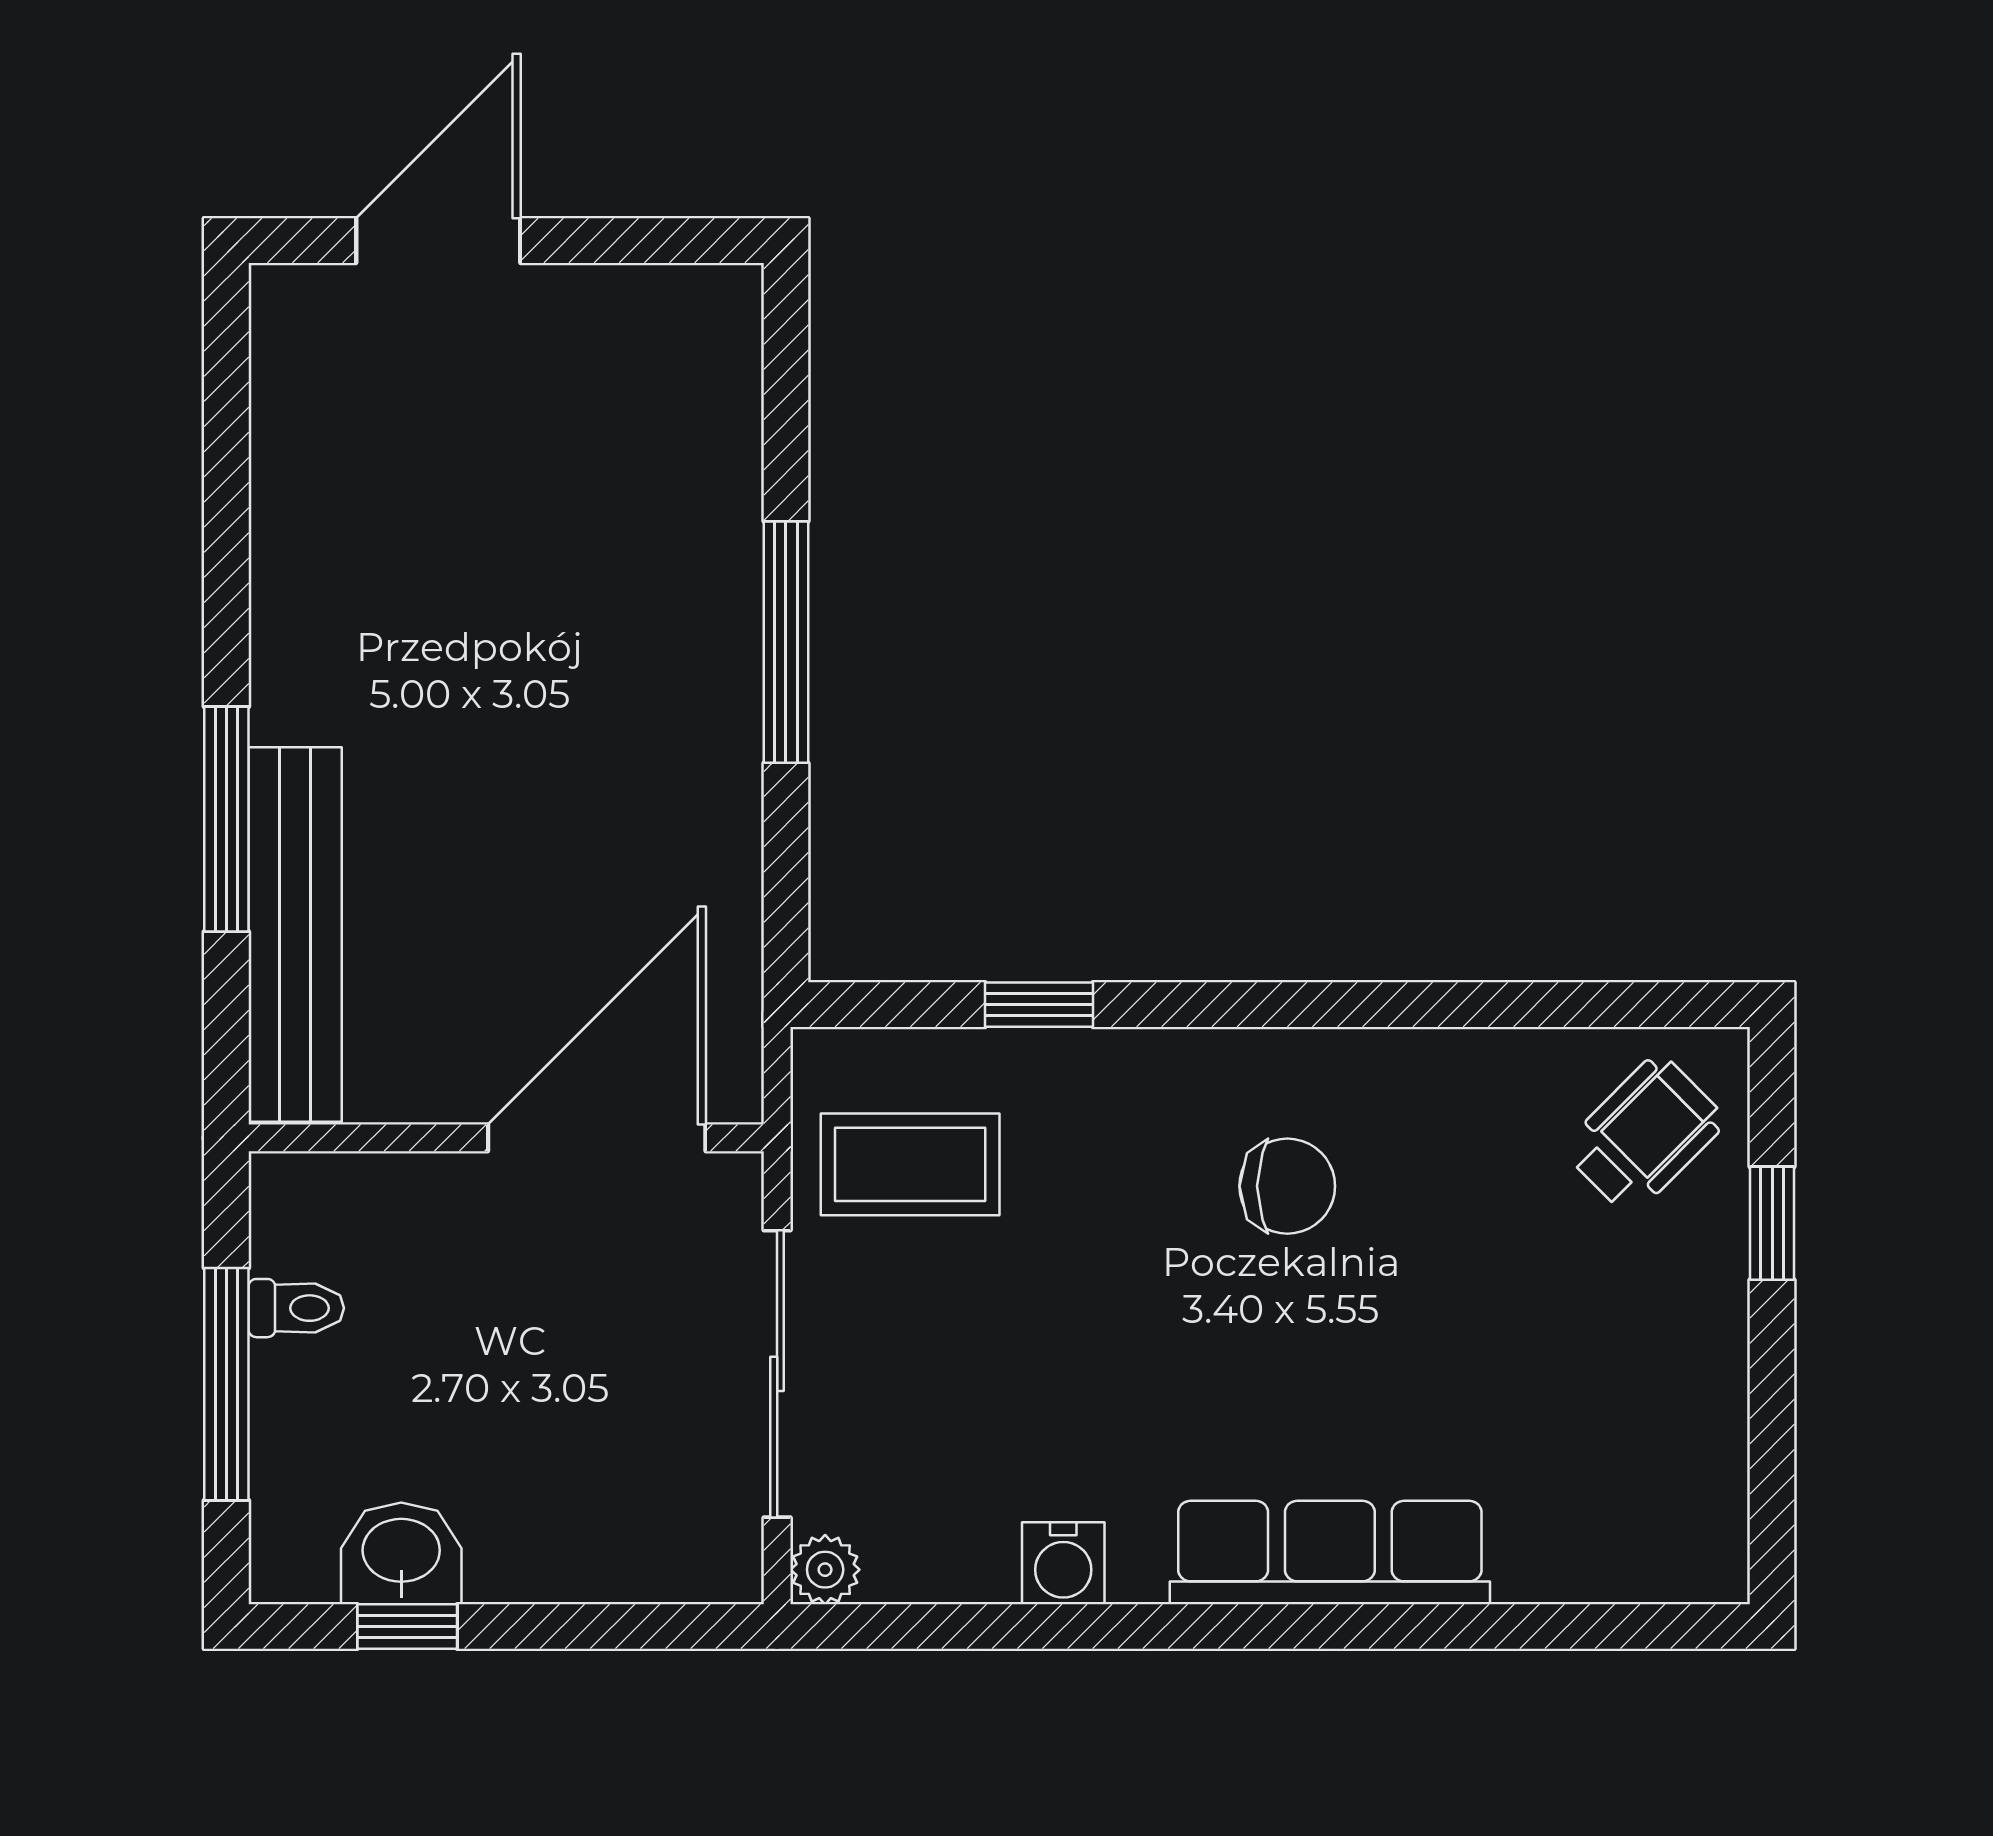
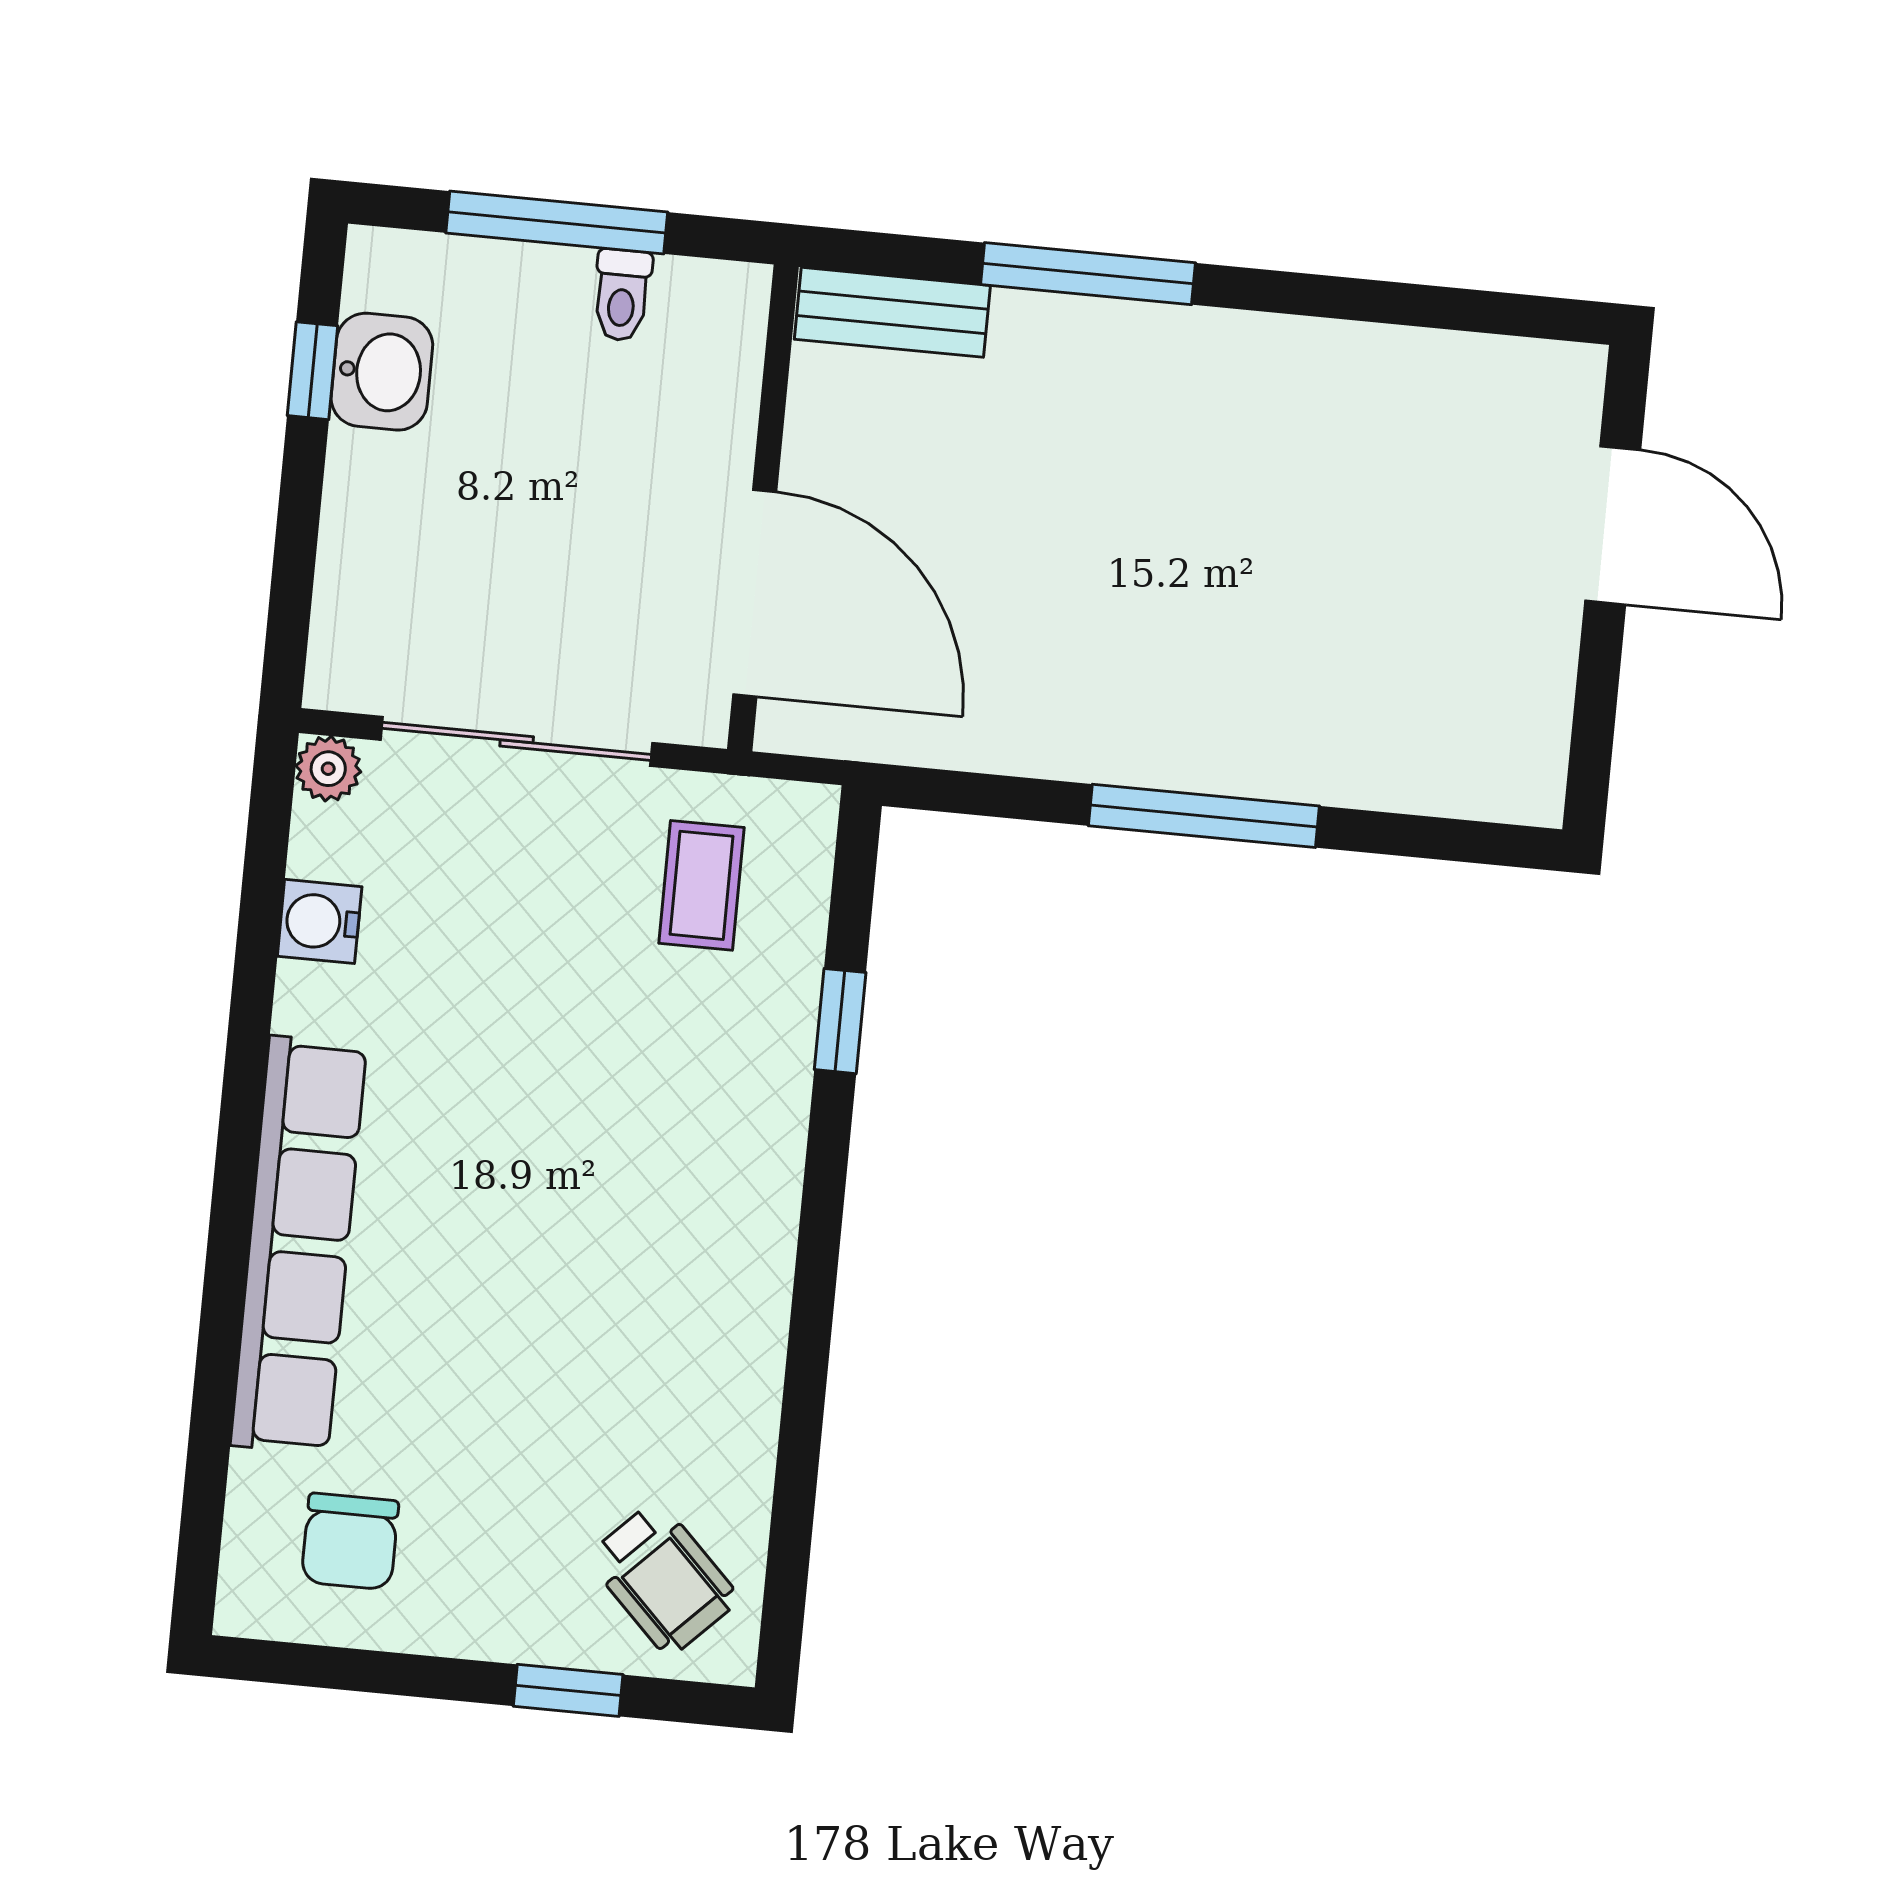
bench: (295, 935) -> (892, 312), width x0.54, depth x0.82
coffee table: (910, 1164) -> (702, 885), width x0.73, depth x0.77
chair: (1287, 1186) -> (350, 1541), moved
row of seats: (1330, 1552) -> (299, 1245), width x1.36
water cooler: (1063, 1563) -> (320, 921), moved

